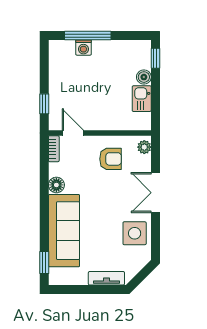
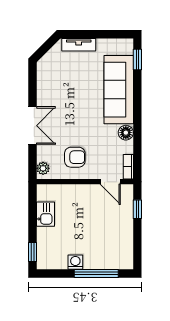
washing machine: (83, 48) -> (75, 262), moved
boiler: (144, 77) -> (43, 234), removed
armchair: (111, 159) -> (75, 157), turned 180
side table: (135, 233) -> (52, 87), removed

